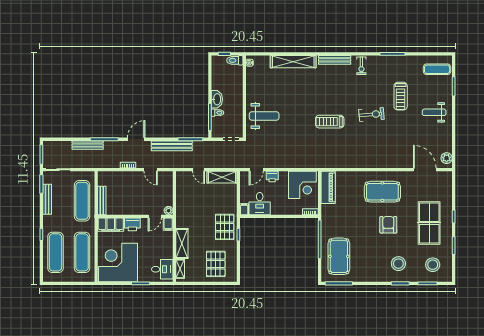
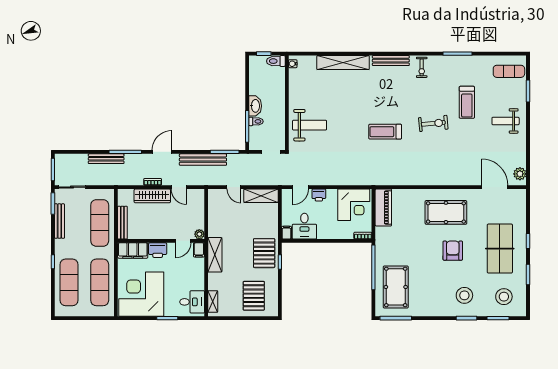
wardrobe: (128, 177) -> (152, 196), added
shelving: (182, 244) -> (215, 255), moved

